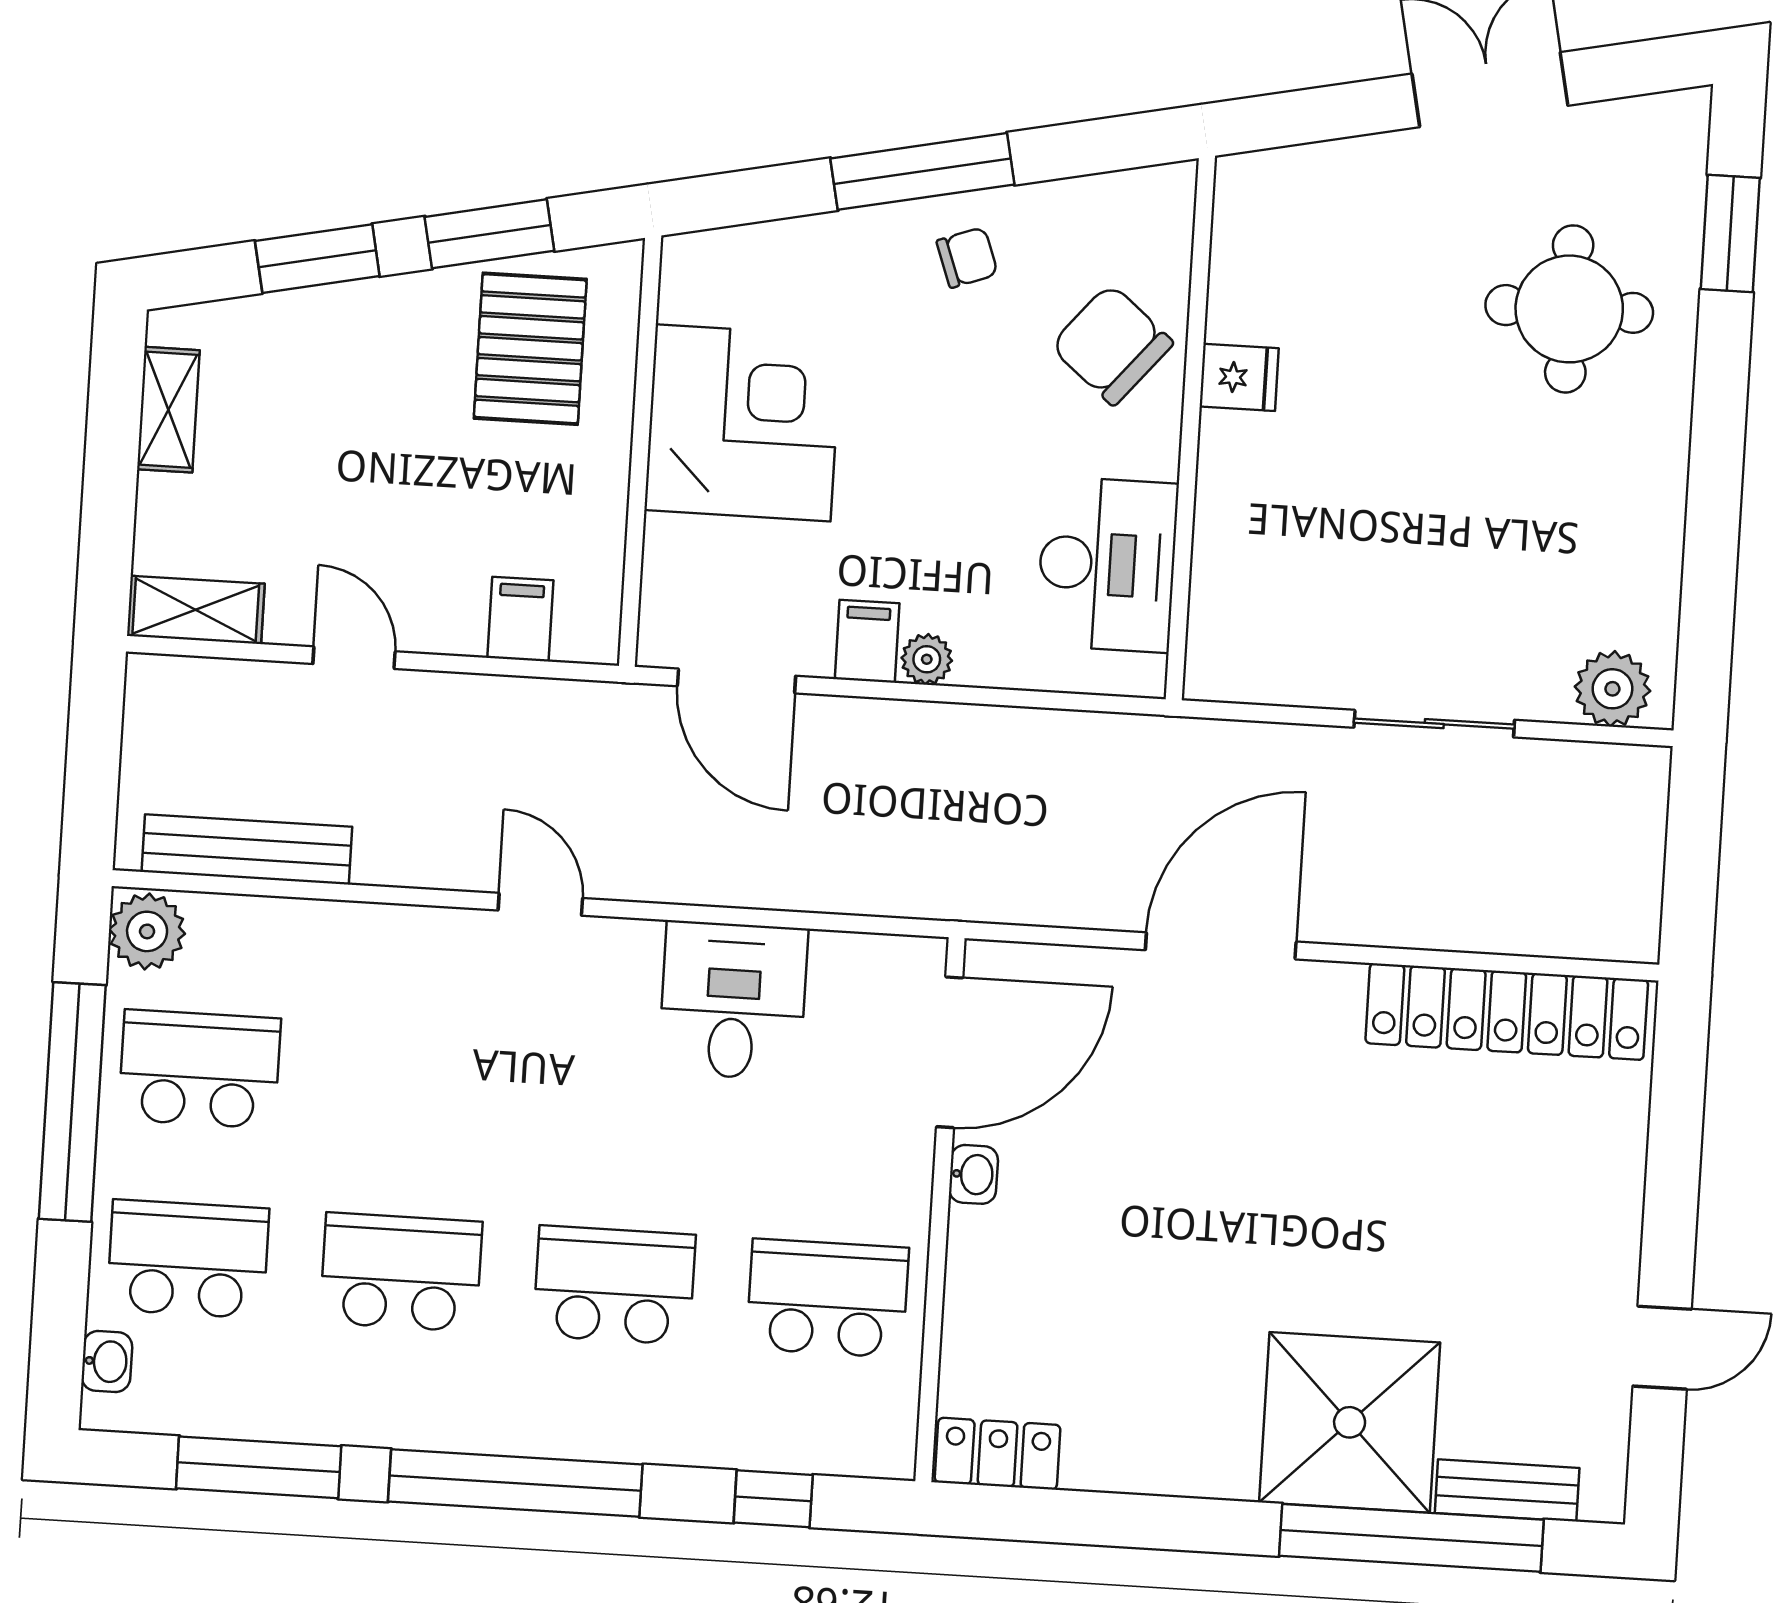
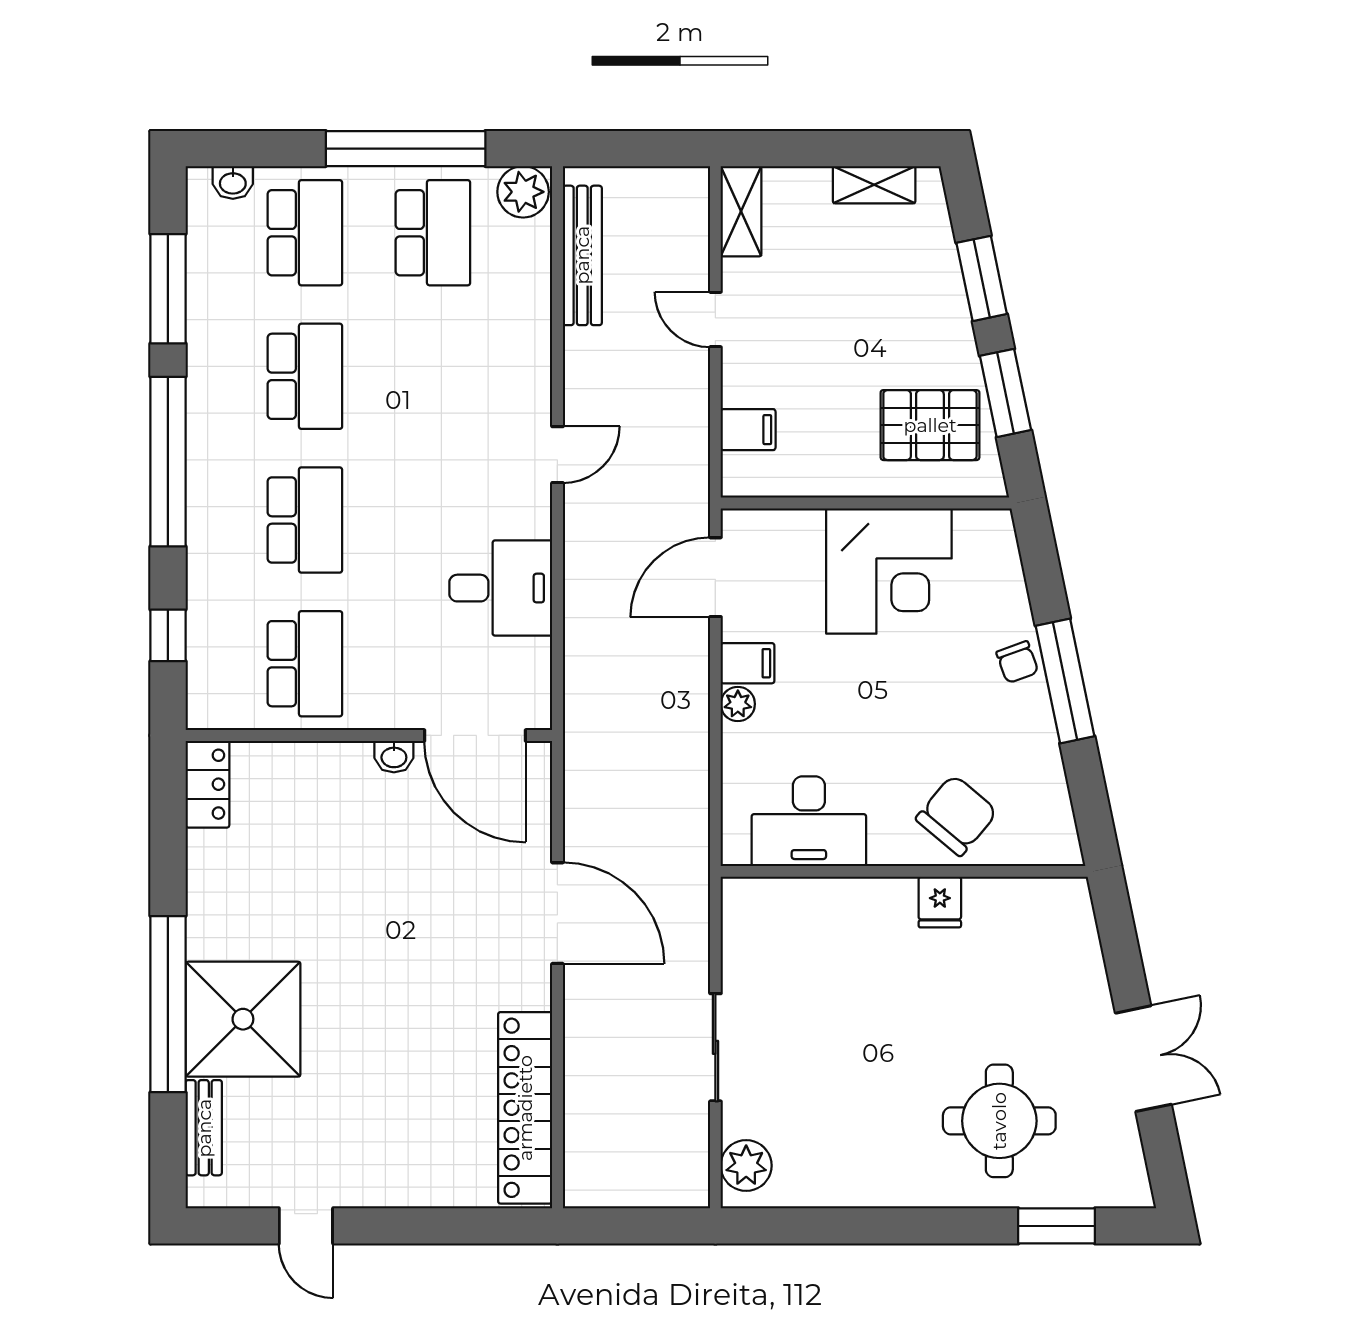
chair: (967, 257) -> (1017, 662), moved
door: (354, 658) -> (715, 319), swing flipped
window: (1411, 1538) -> (168, 1004), moved

